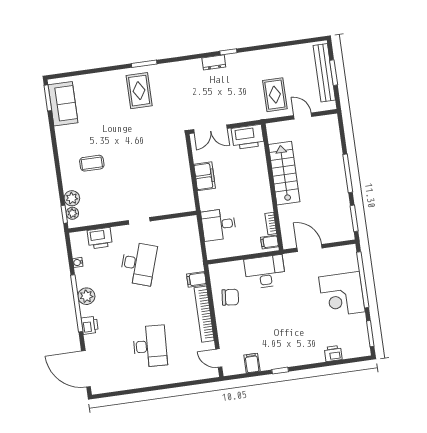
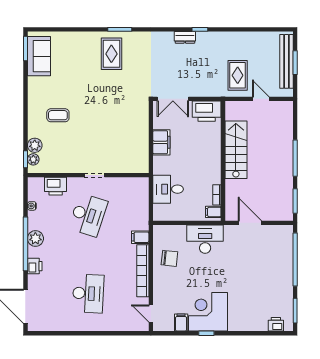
corner desk: (342, 294) -> (208, 312), moved, turned 90
printer: (333, 354) -> (276, 324), moved

